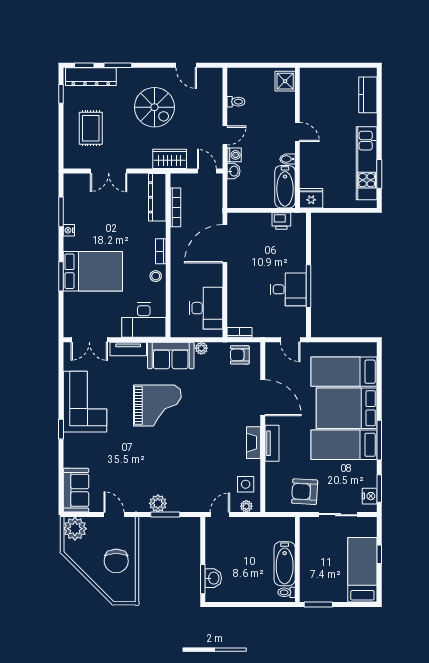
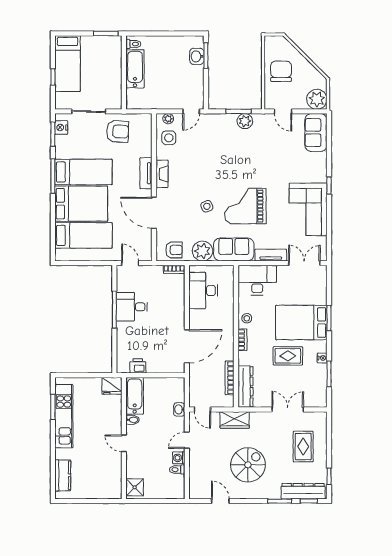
spiral stairs: (154, 107) -> (248, 465), turned 90
washing machine: (234, 155) -> (179, 458), moved
rug: (108, 233) -> (288, 356), added
plant: (201, 348) -> (202, 251), width x1.87, depth x1.87
side table: (202, 405) -> (207, 206), added

